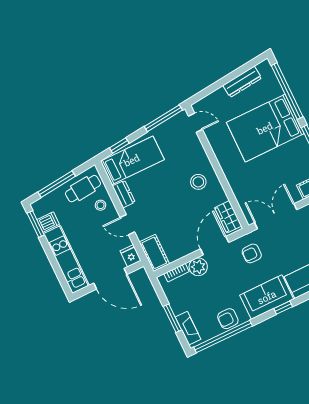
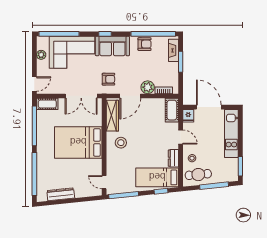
bed: (265, 128) -> (78, 142), moved, turned 180
wardrobe: (228, 217) -> (112, 116), width x1.50
dishwasher: (48, 222) -> (231, 164), removed

